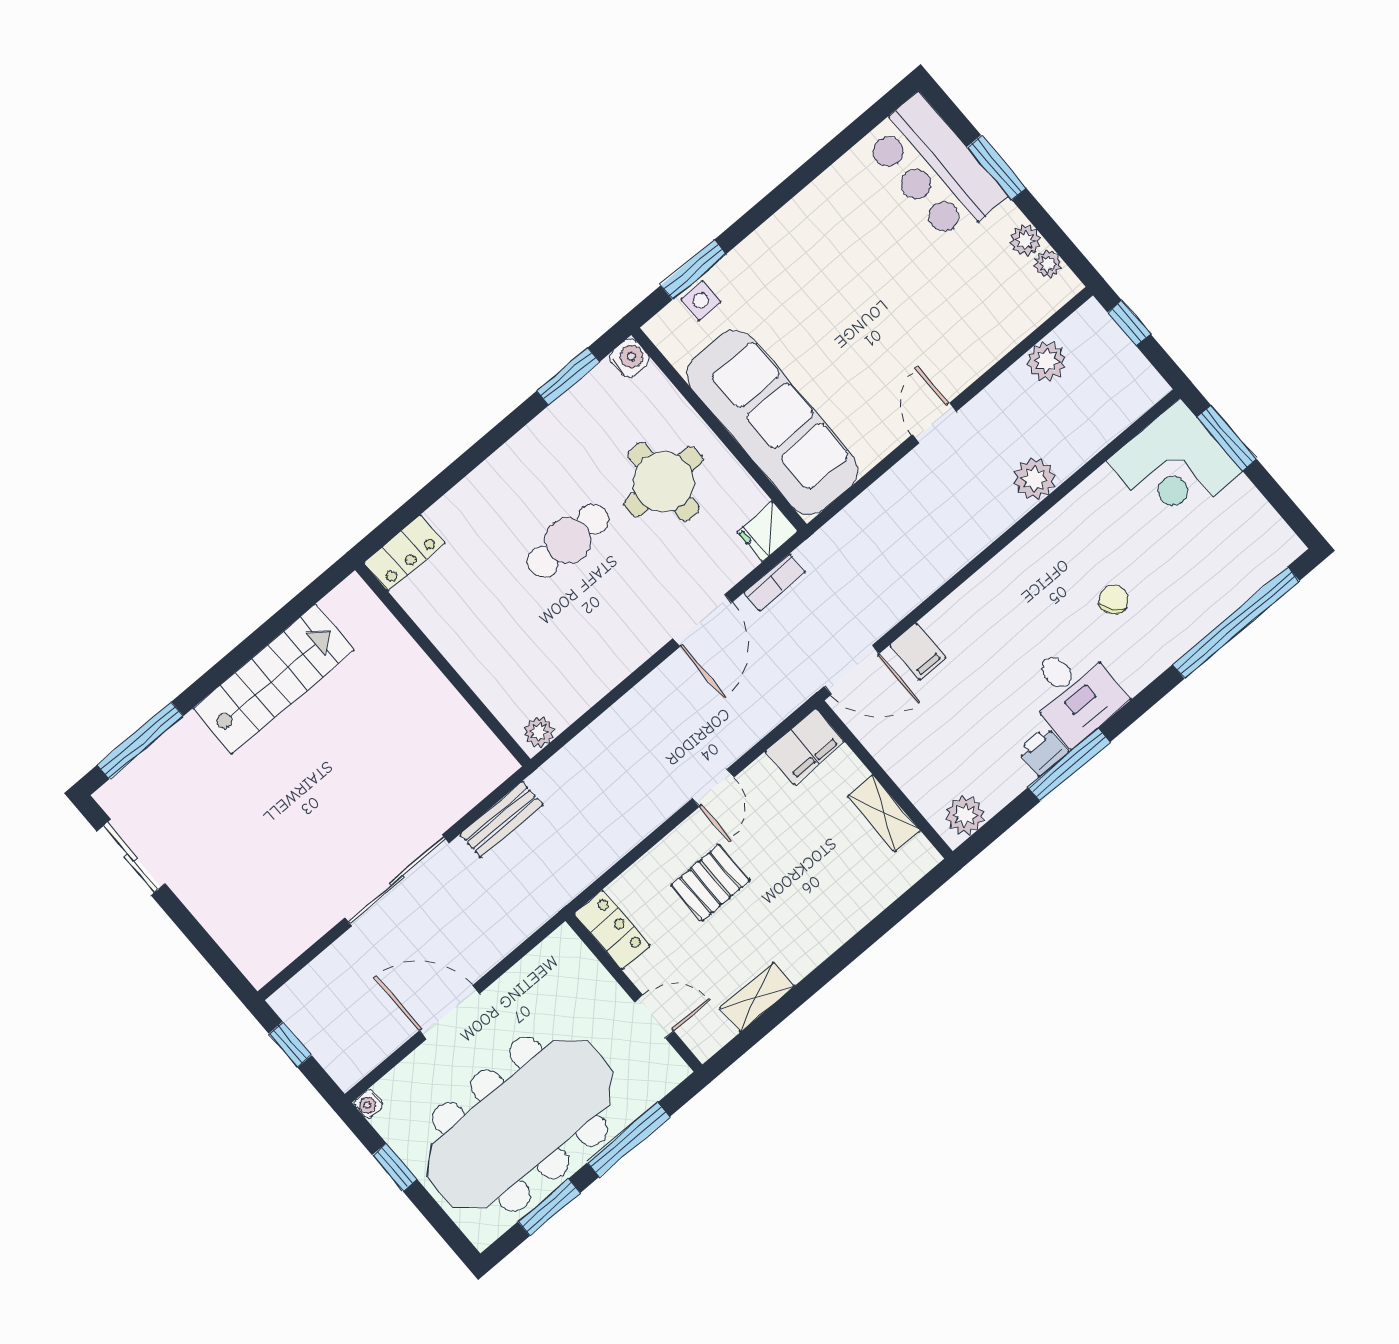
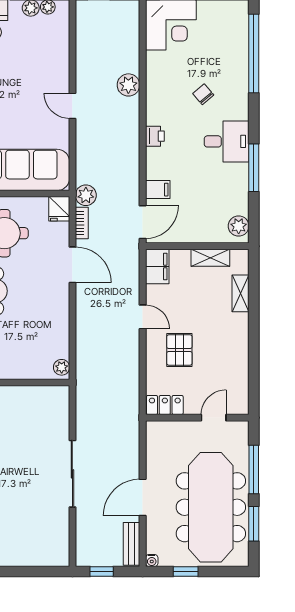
plant: (1046, 361) -> (86, 195), moved
printer: (1043, 752) -> (155, 136), moved, turned 180
bench: (501, 820) -> (132, 544), moved
shelving: (757, 997) -> (240, 293), moved

